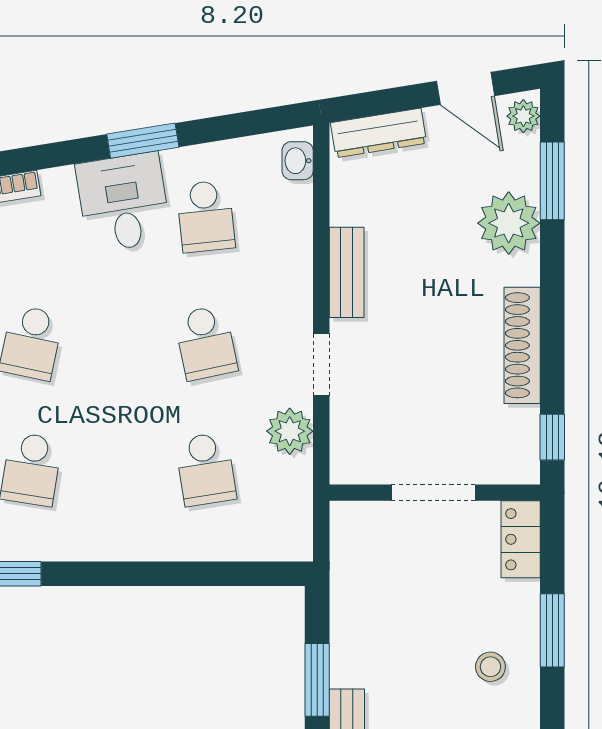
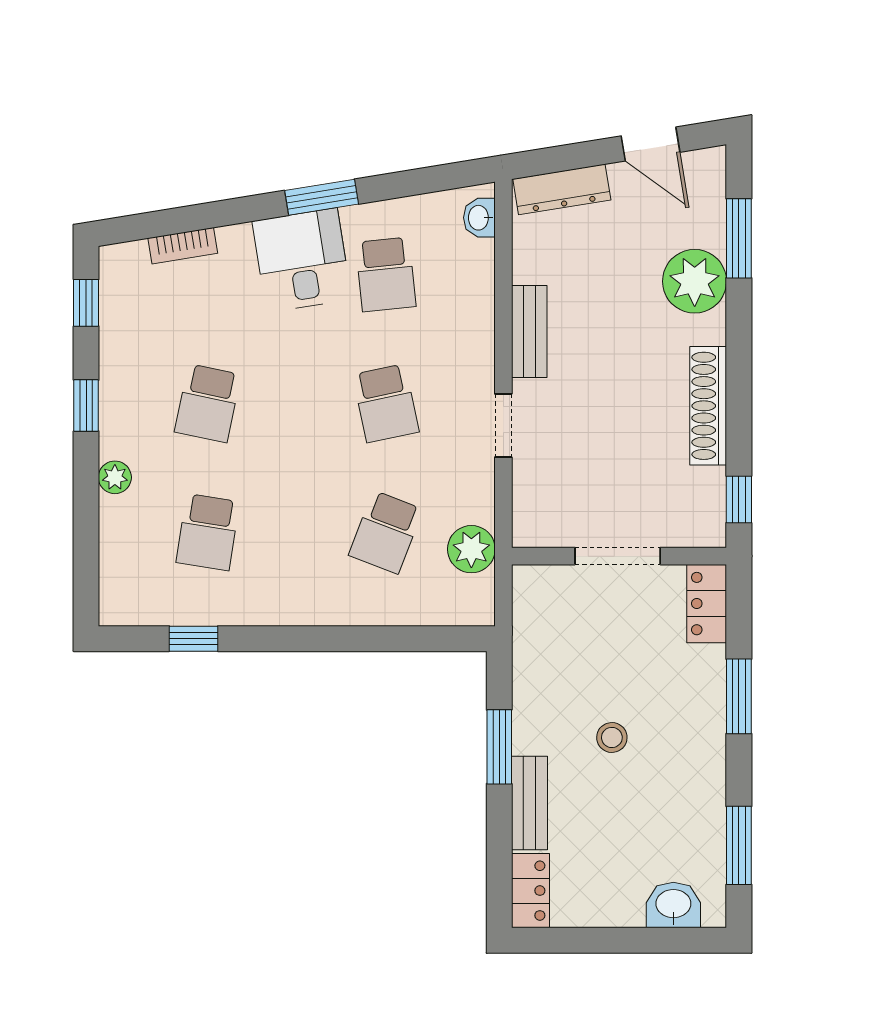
plant: (523, 116) -> (709, 172), removed
plant: (290, 431) -> (471, 549), moved
school desk: (206, 469) -> (386, 532), turned 30
stool: (490, 667) -> (612, 737), moved

